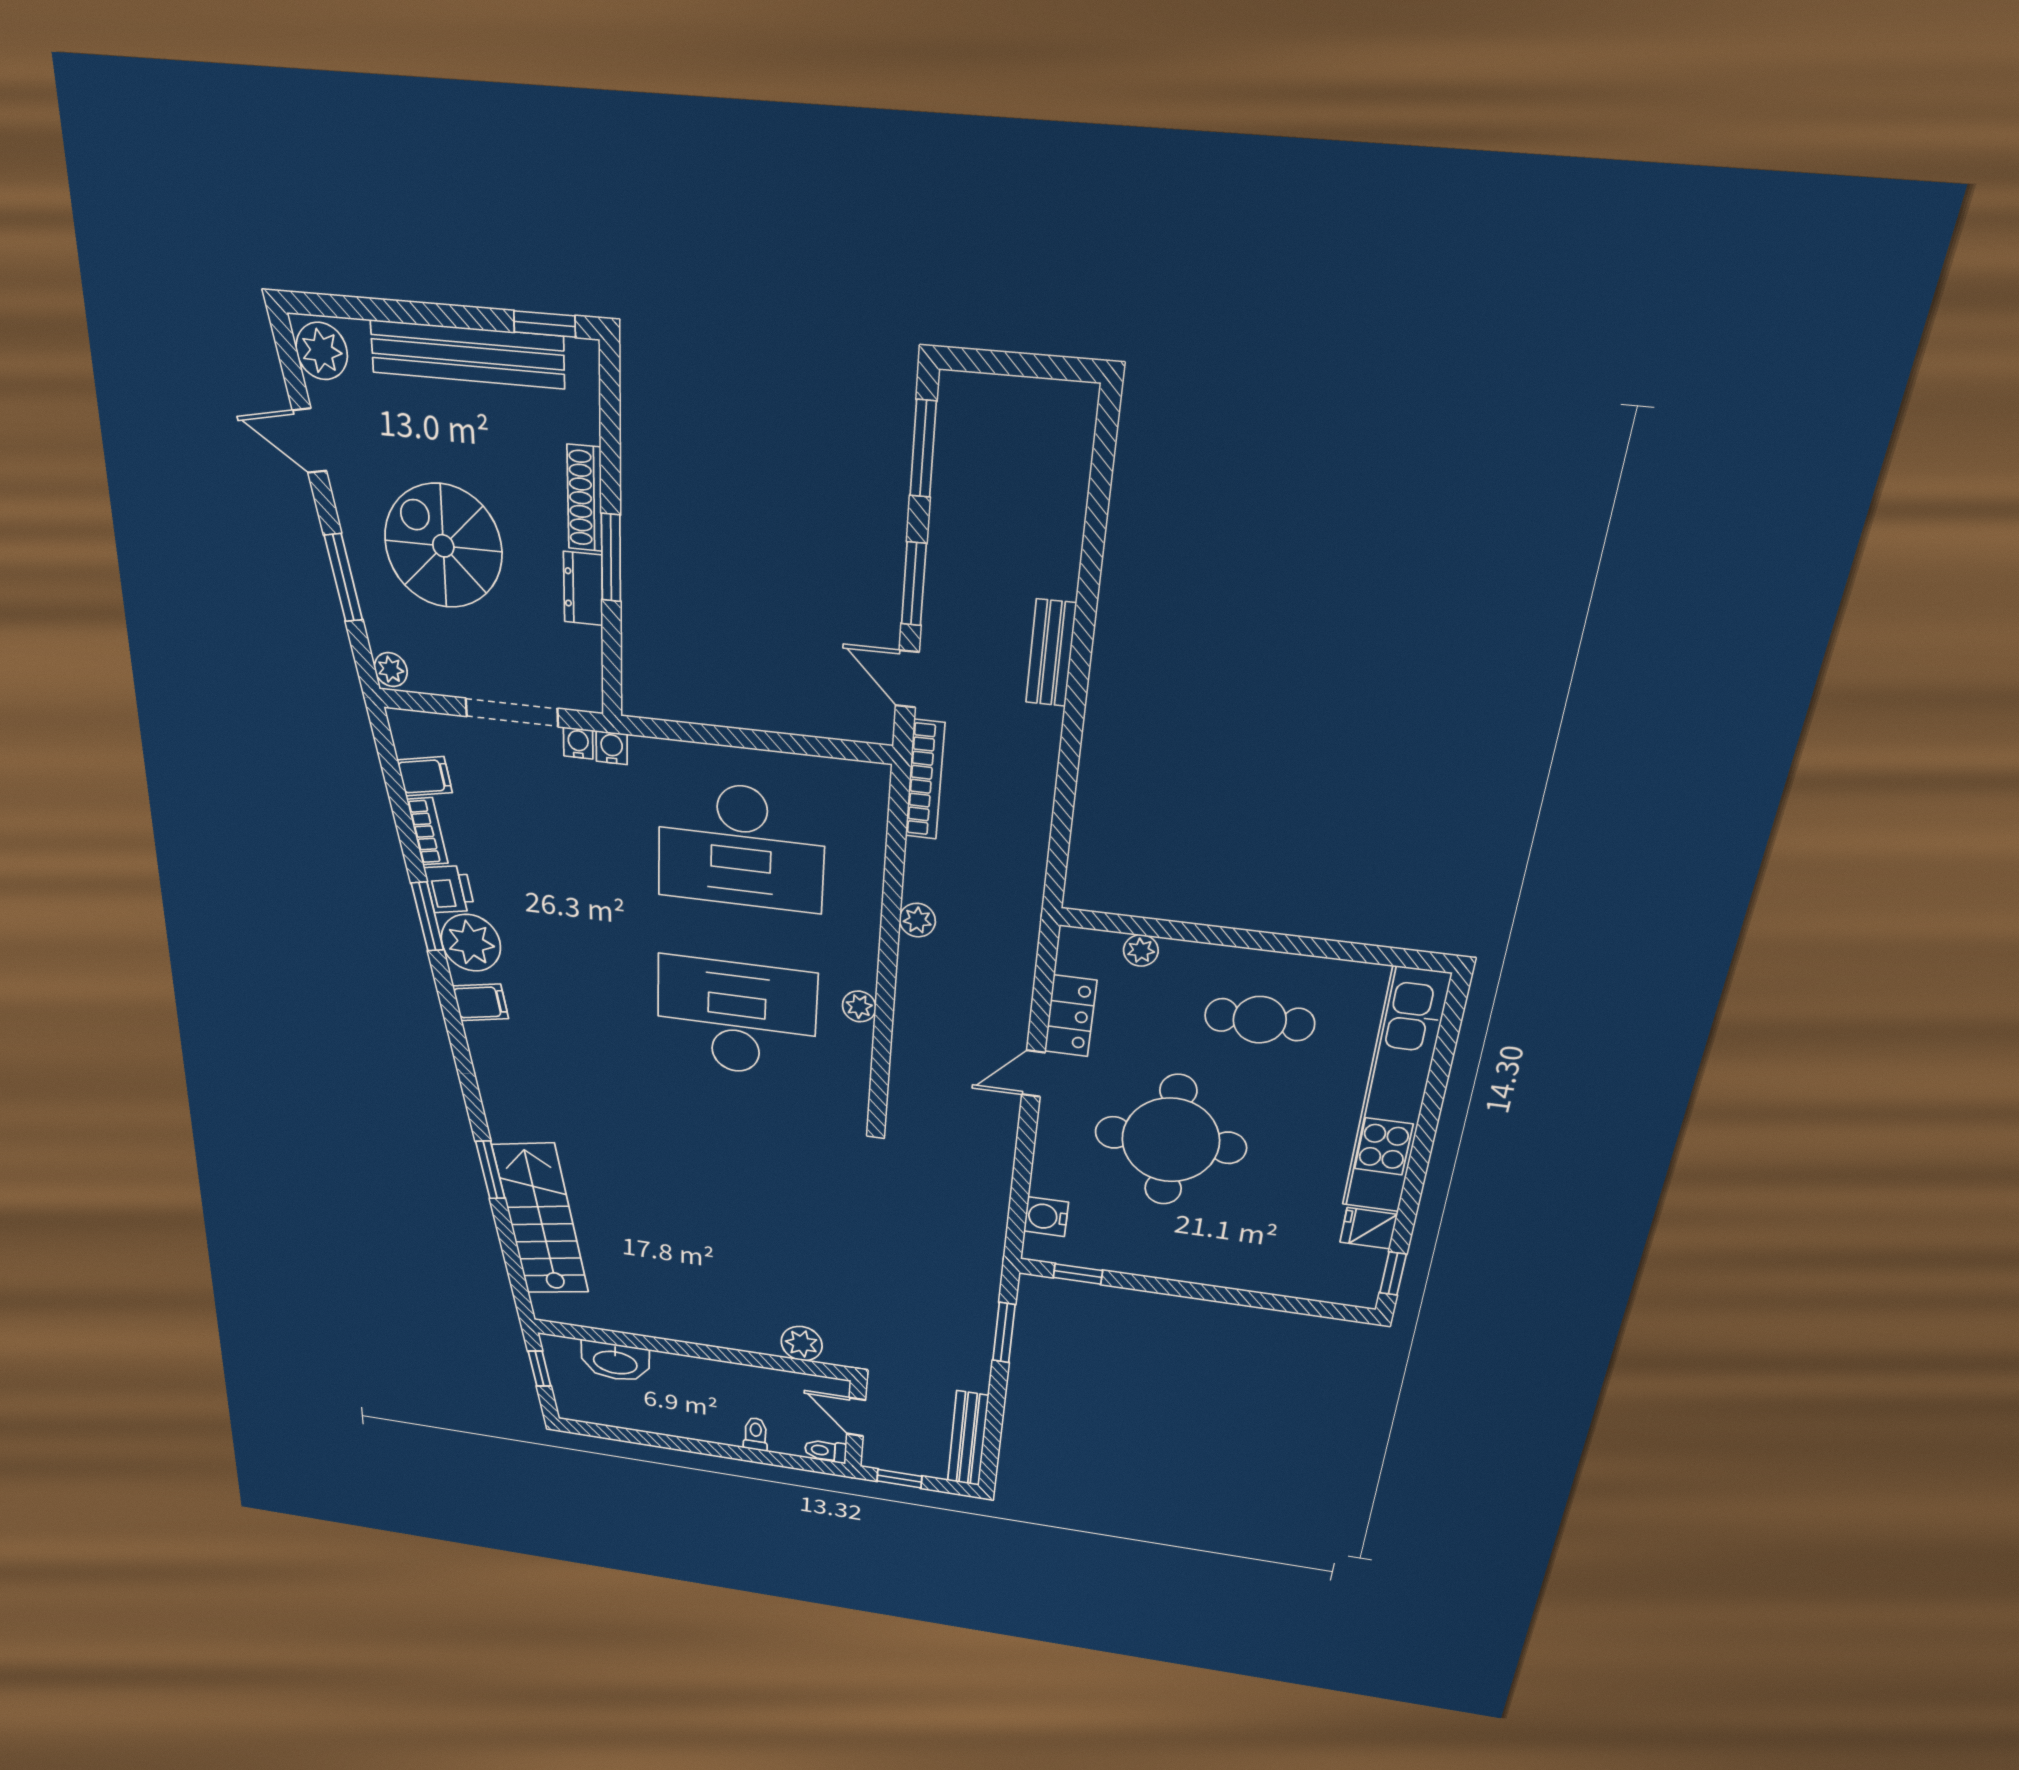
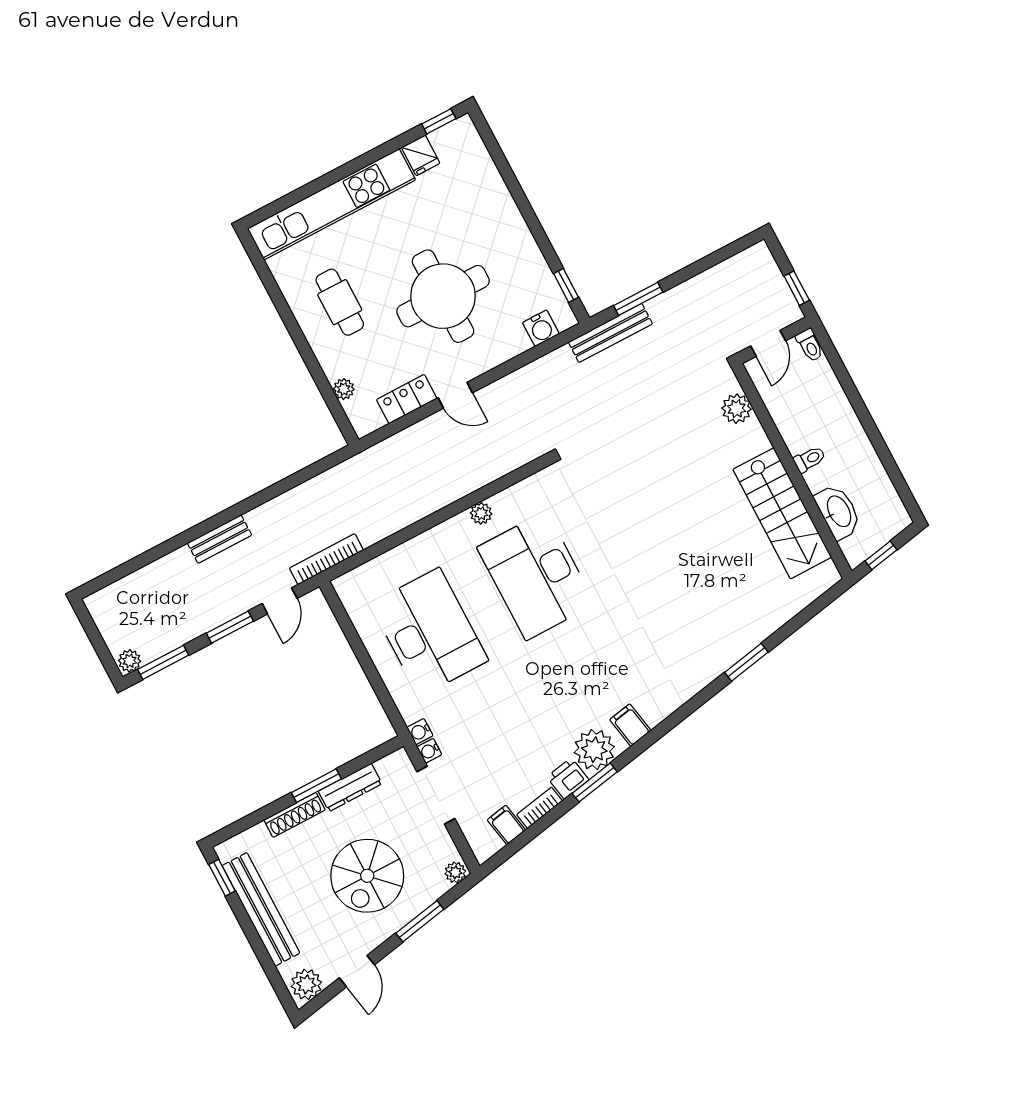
dresser: (583, 588) -> (350, 787), width x1.44
plant: (917, 920) -> (130, 661), moved
stairs: (541, 1219) -> (782, 513), moved, turned -79
toilet: (756, 1434) -> (809, 459), moved, turned 180
bench: (968, 1438) -> (610, 333), moved

